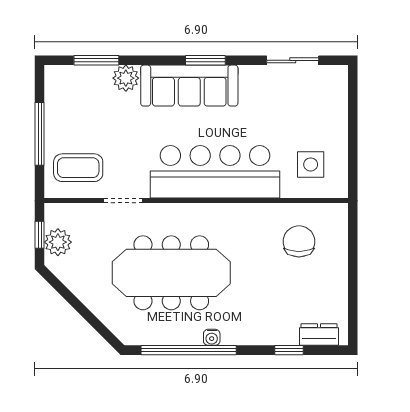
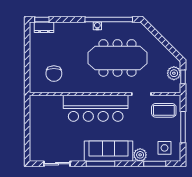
window: (205, 60) -> (100, 164), width x1.44
side table: (311, 164) -> (164, 148), moved
window: (289, 350) -> (42, 19), moved

